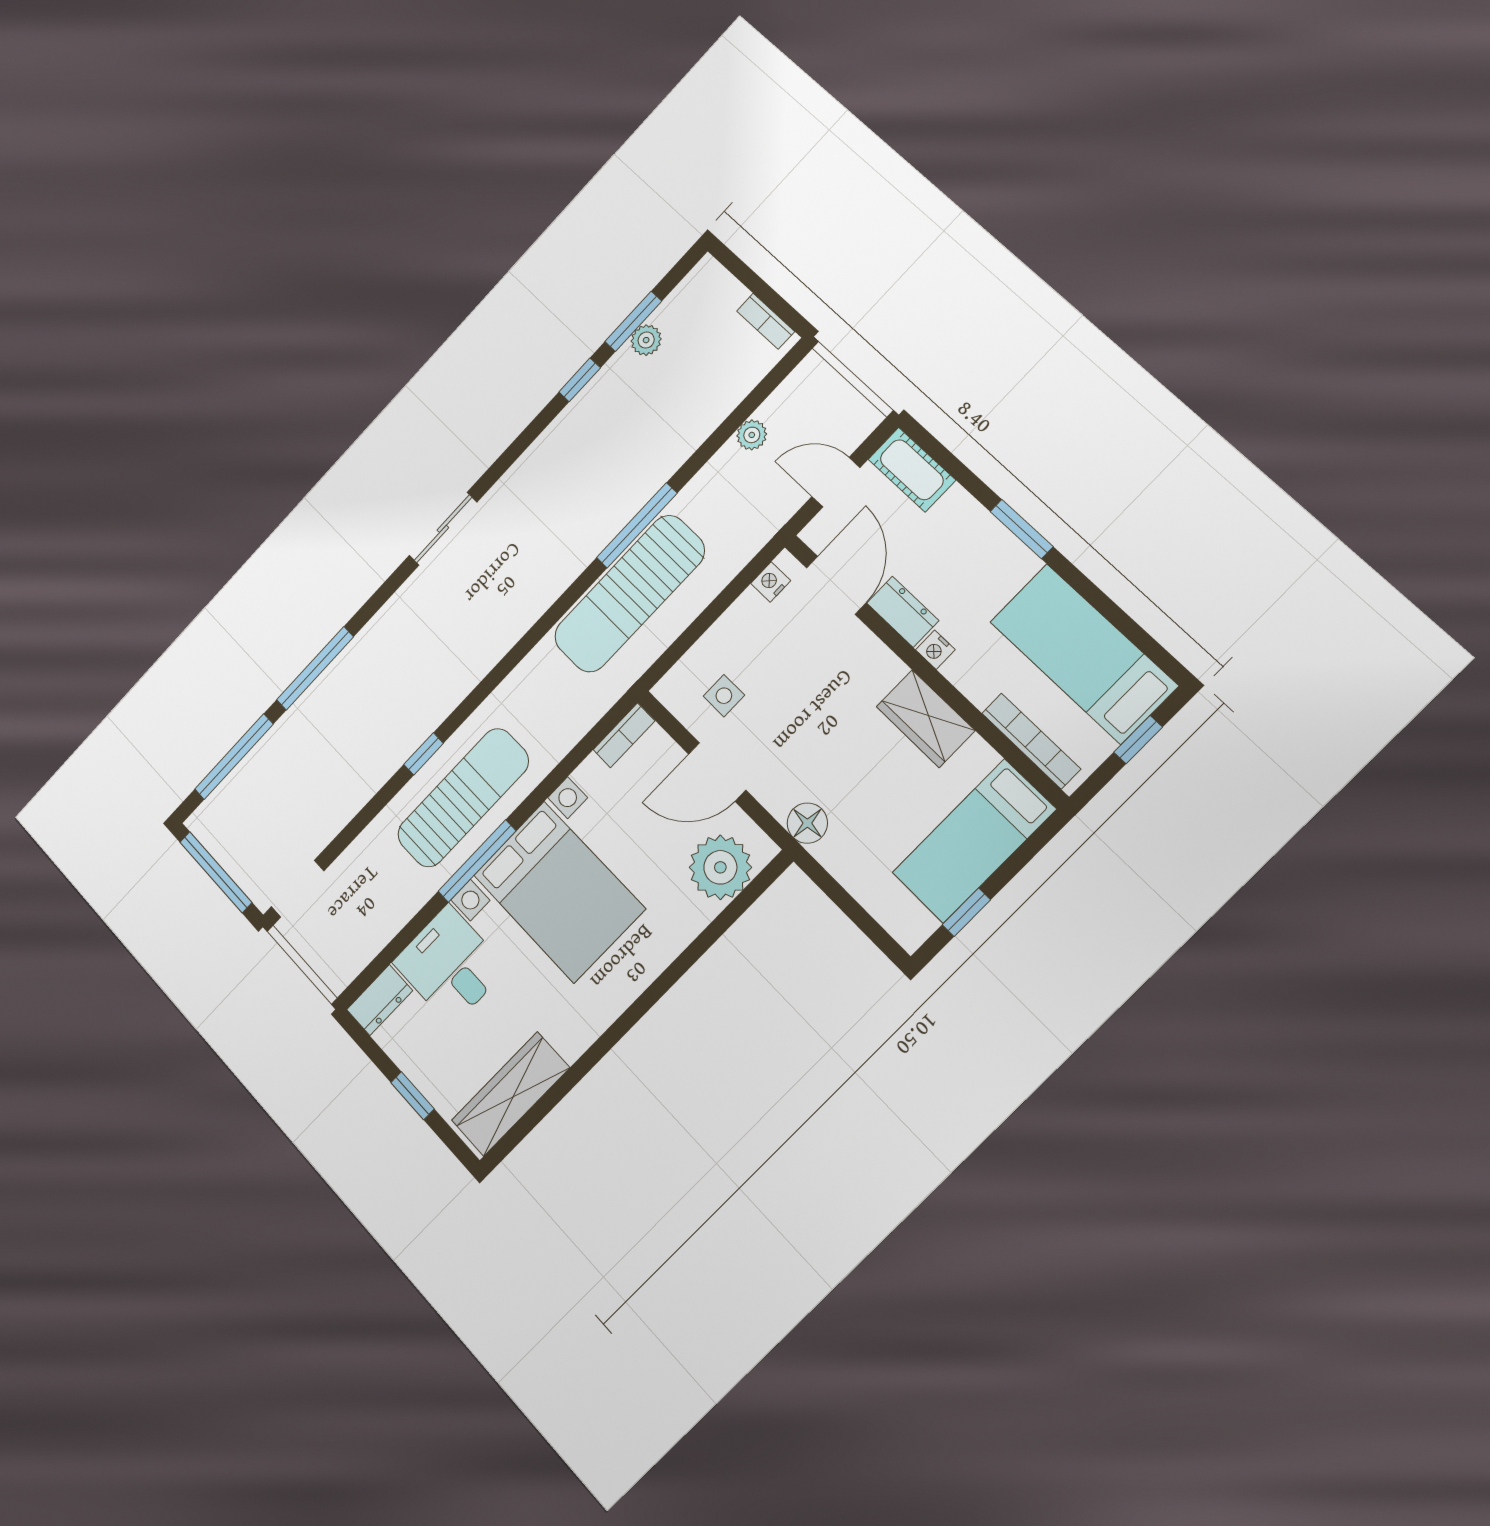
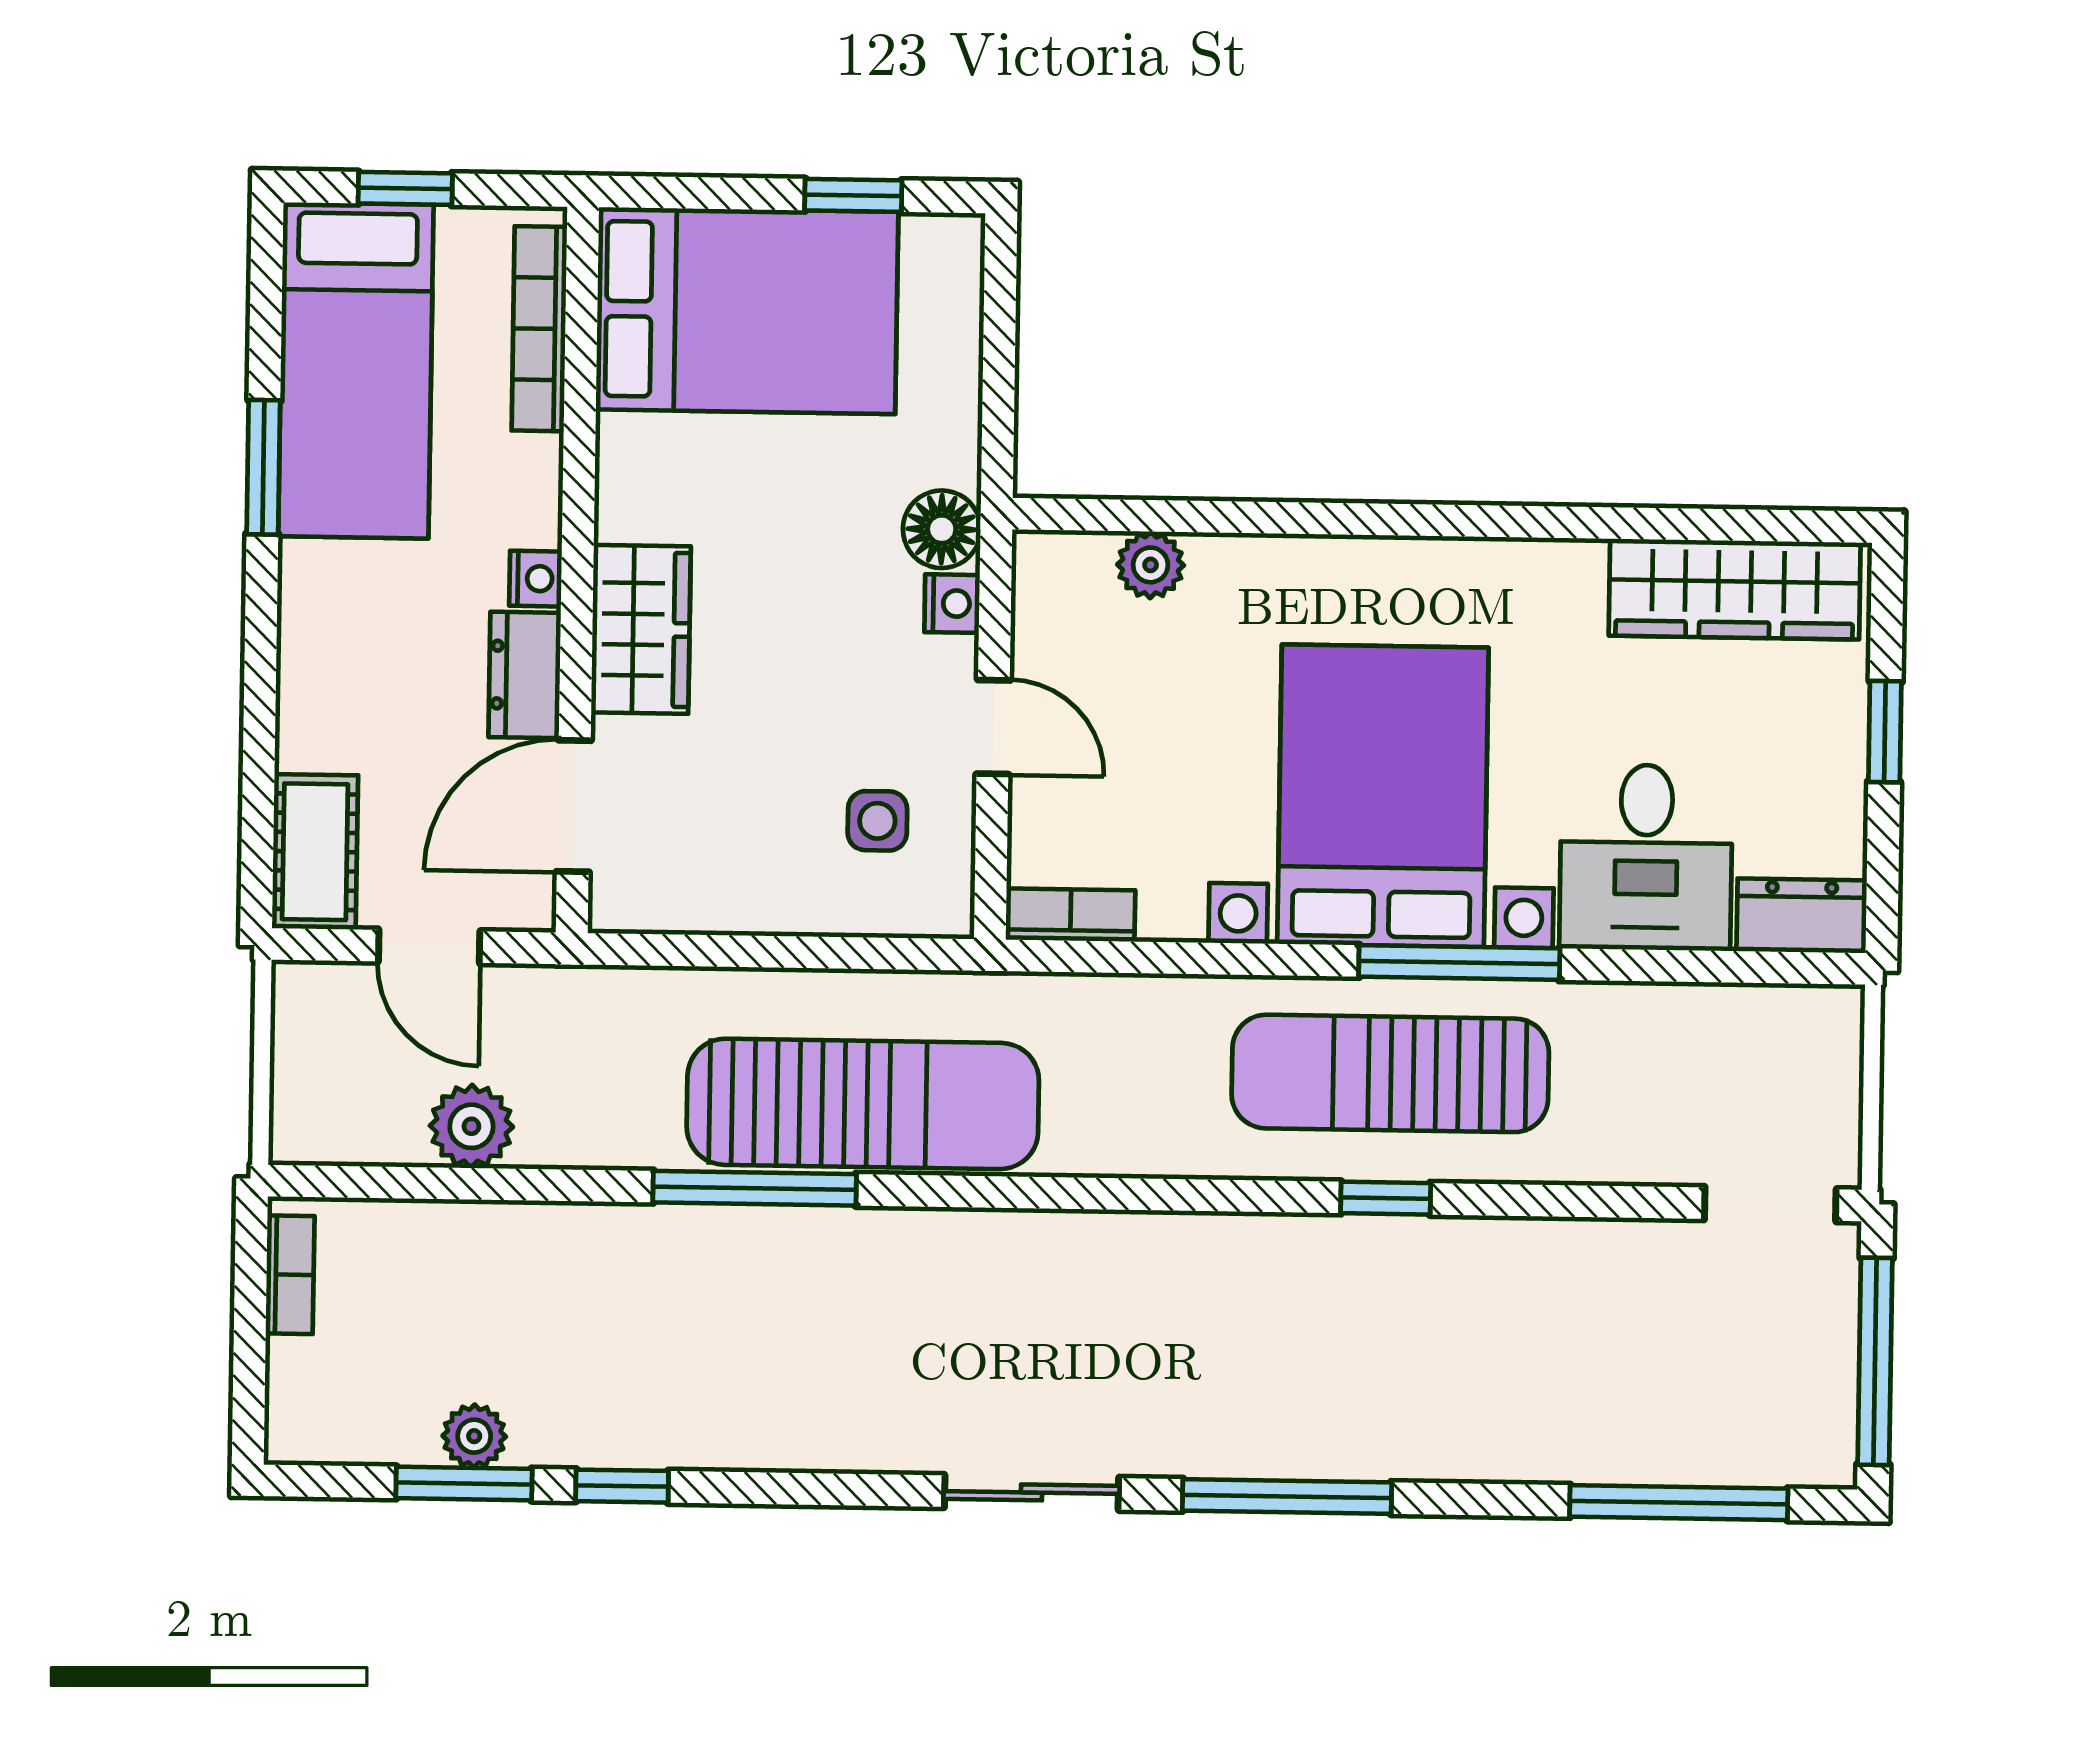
plant: (752, 435) -> (471, 1126), width x1.38, depth x1.38
window: (1022, 529) -> (263, 467), moved
nightstand: (771, 582) -> (952, 604), moved, turned -90
window: (315, 668) -> (1287, 1496), moved
wardrobe: (925, 719) -> (641, 629), moved
door: (717, 772) -> (993, 727), width x0.73
bed: (974, 841) -> (747, 311), width x1.50
plant: (720, 867) -> (1151, 565), width x0.53, depth x0.53

